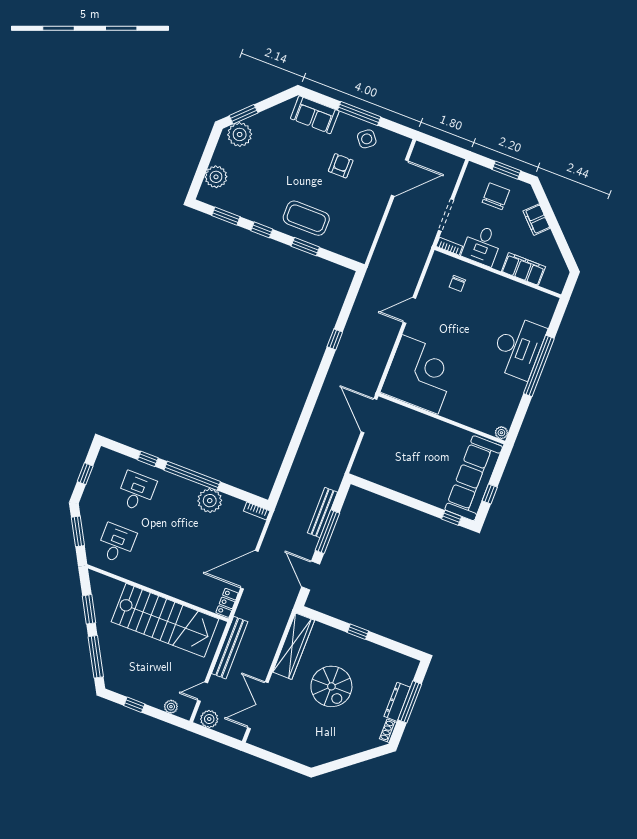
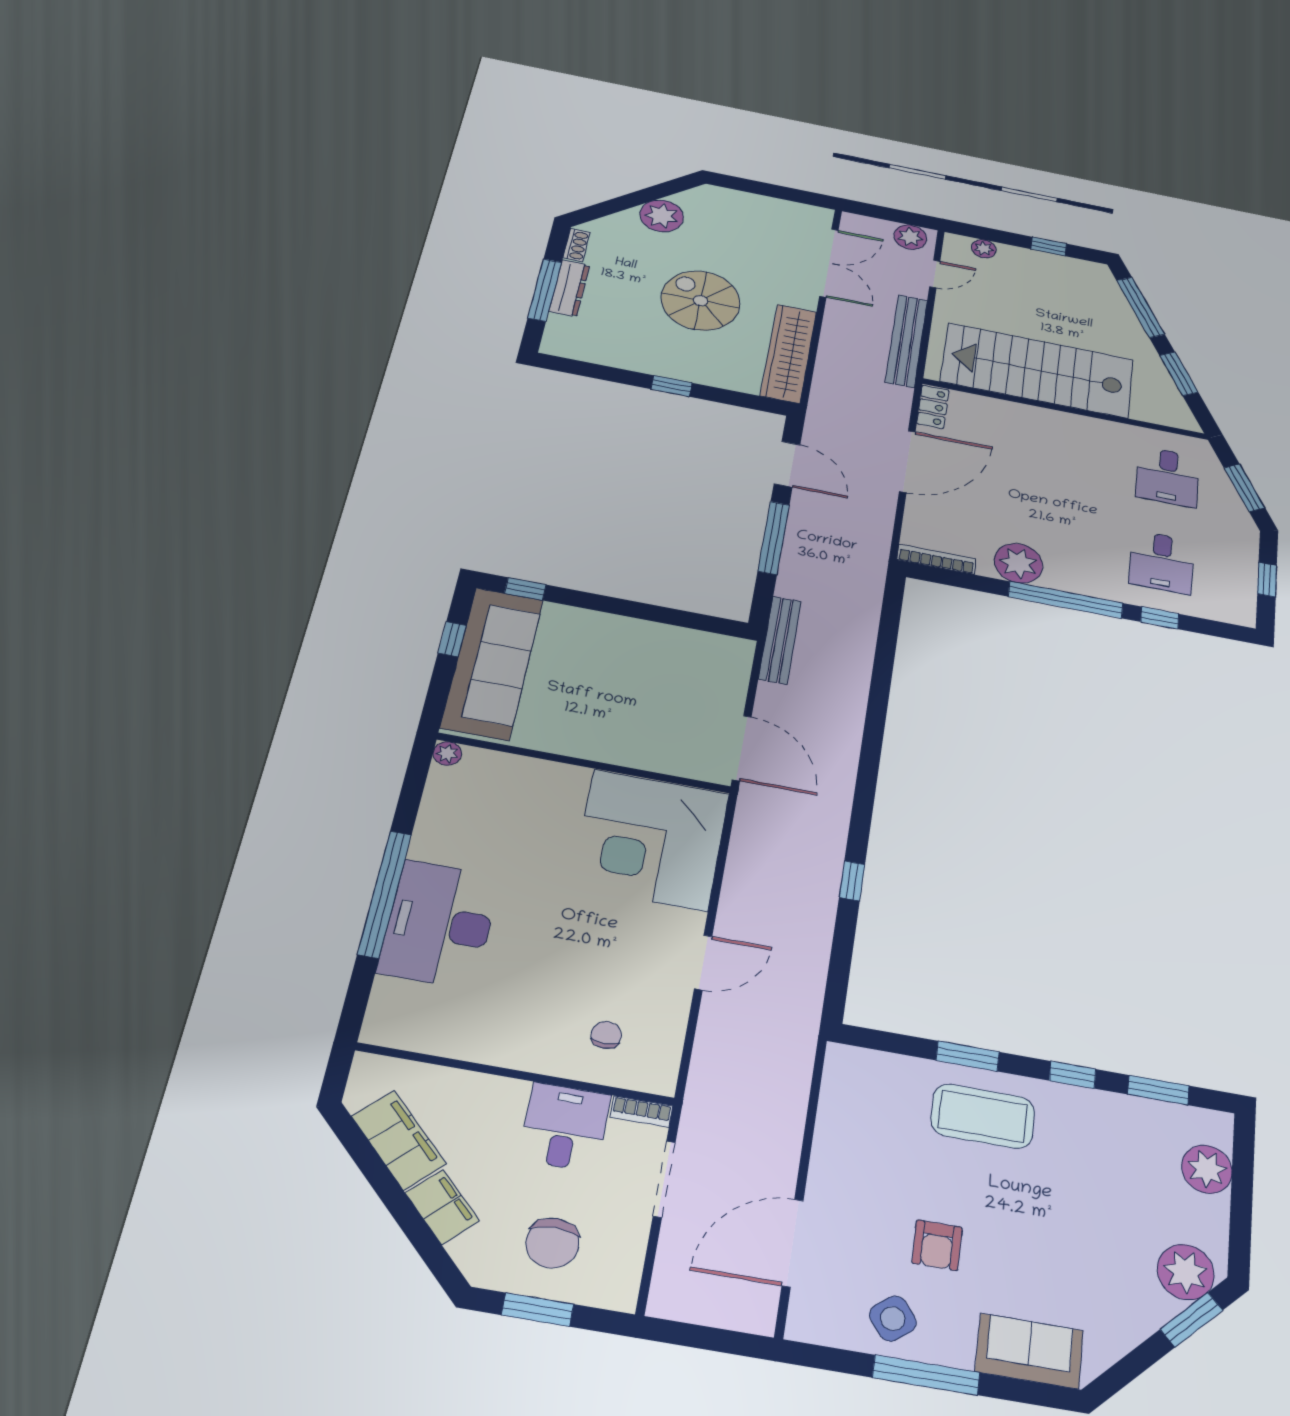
filing cabinet: (523, 269) -> (399, 1140), moved, turned -135
bookcase: (257, 511) -> (937, 559), width x1.56
bench: (322, 513) -> (780, 640), moved
plant: (340, 747) -> (662, 216), added

